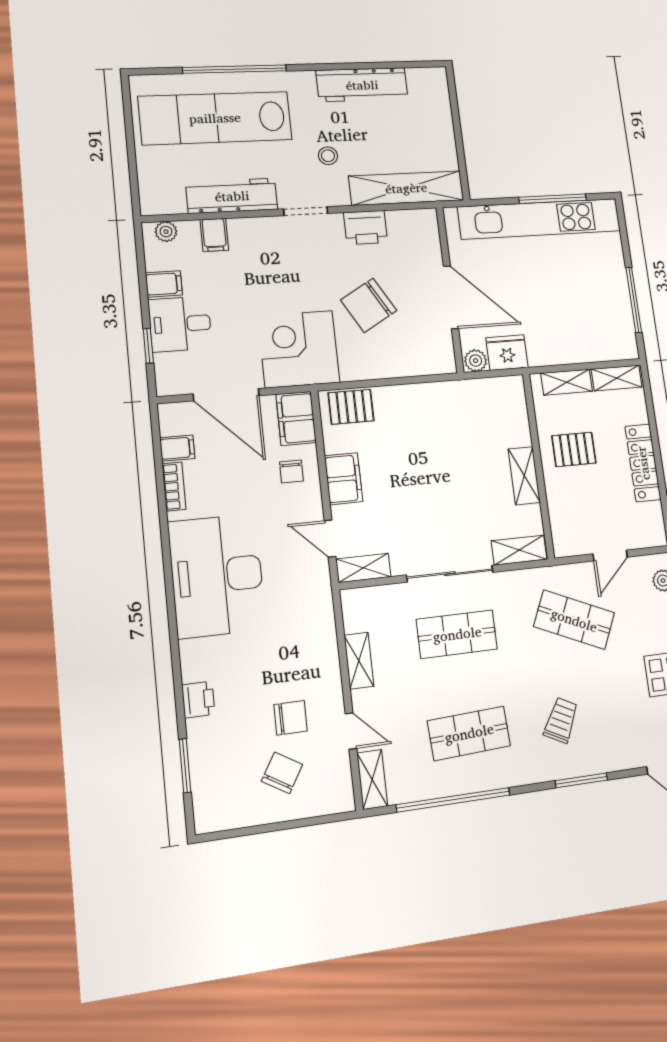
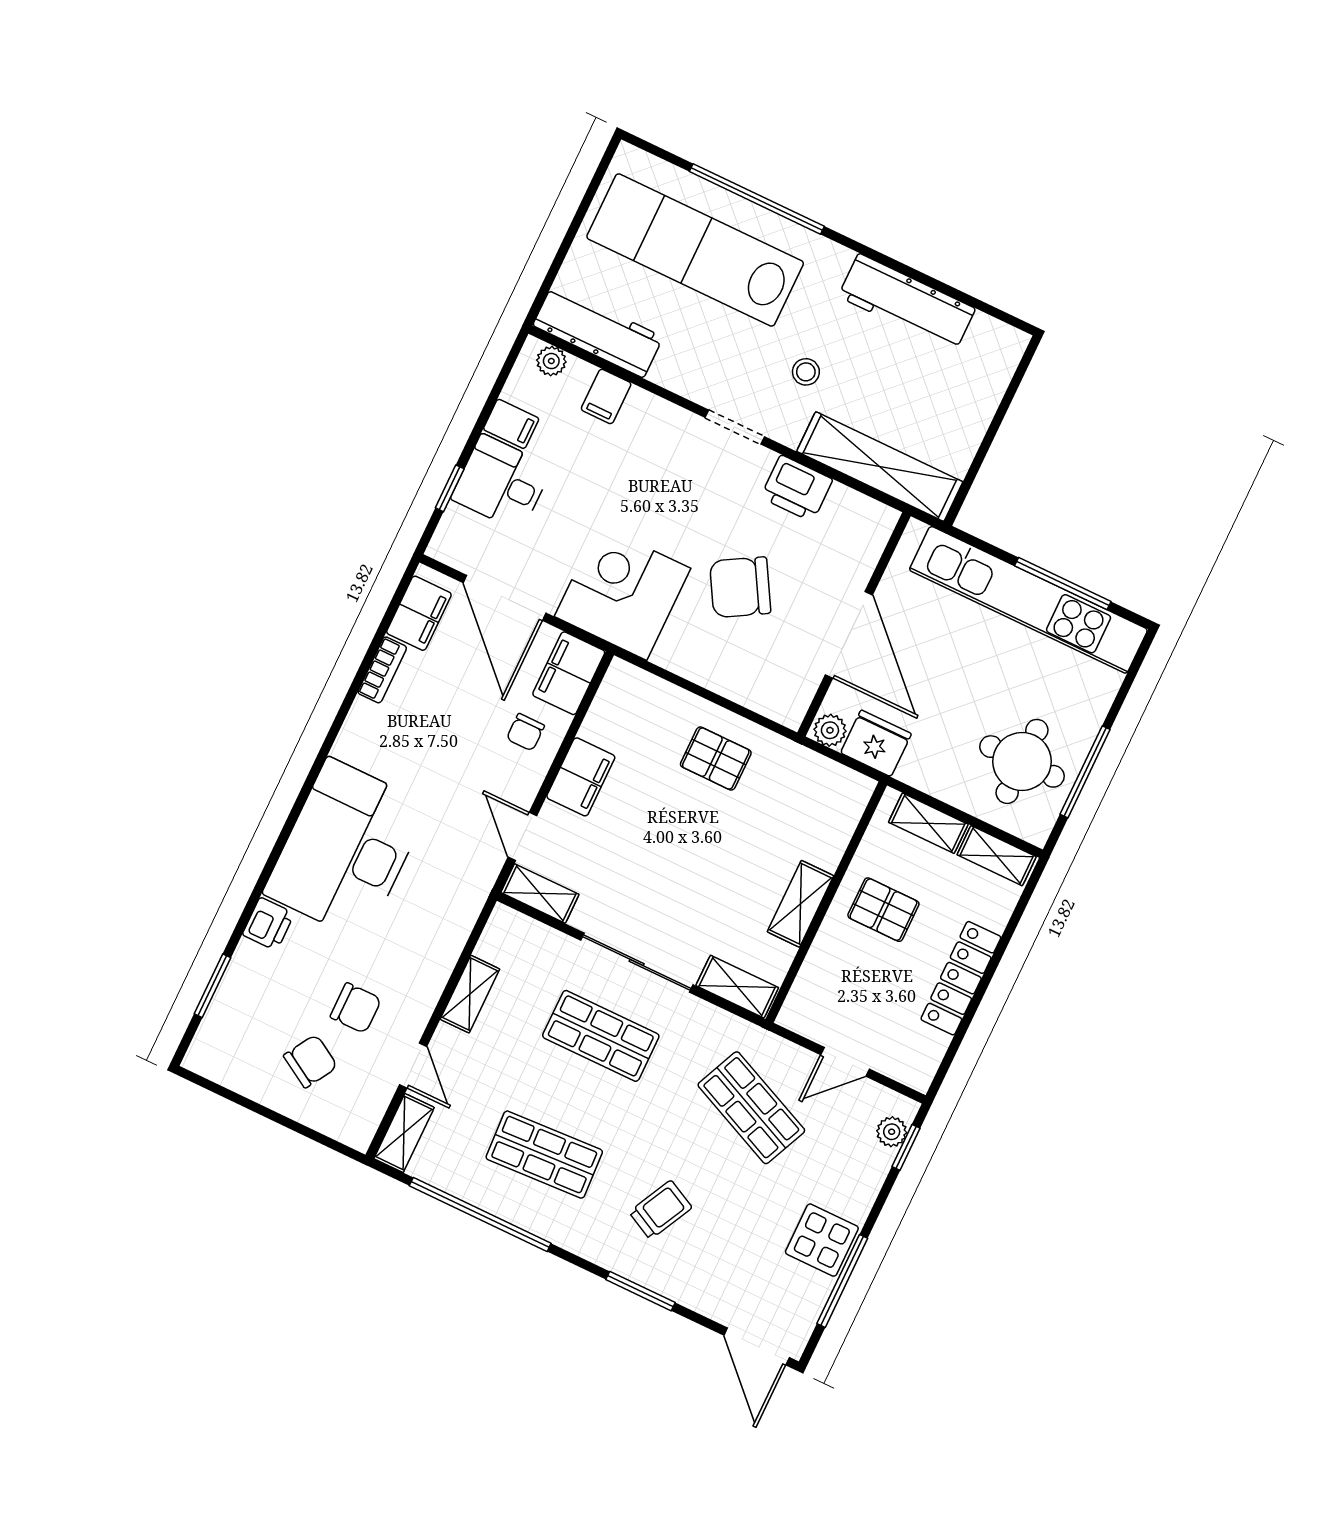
workbench: (232, 196) -> (598, 331), moved
round table: (596, 314) -> (1022, 761), added
pallet: (351, 407) -> (716, 759), moved
filing cabinet: (177, 448) -> (419, 613), width x2.00
desk: (217, 576) -> (346, 849), moved

